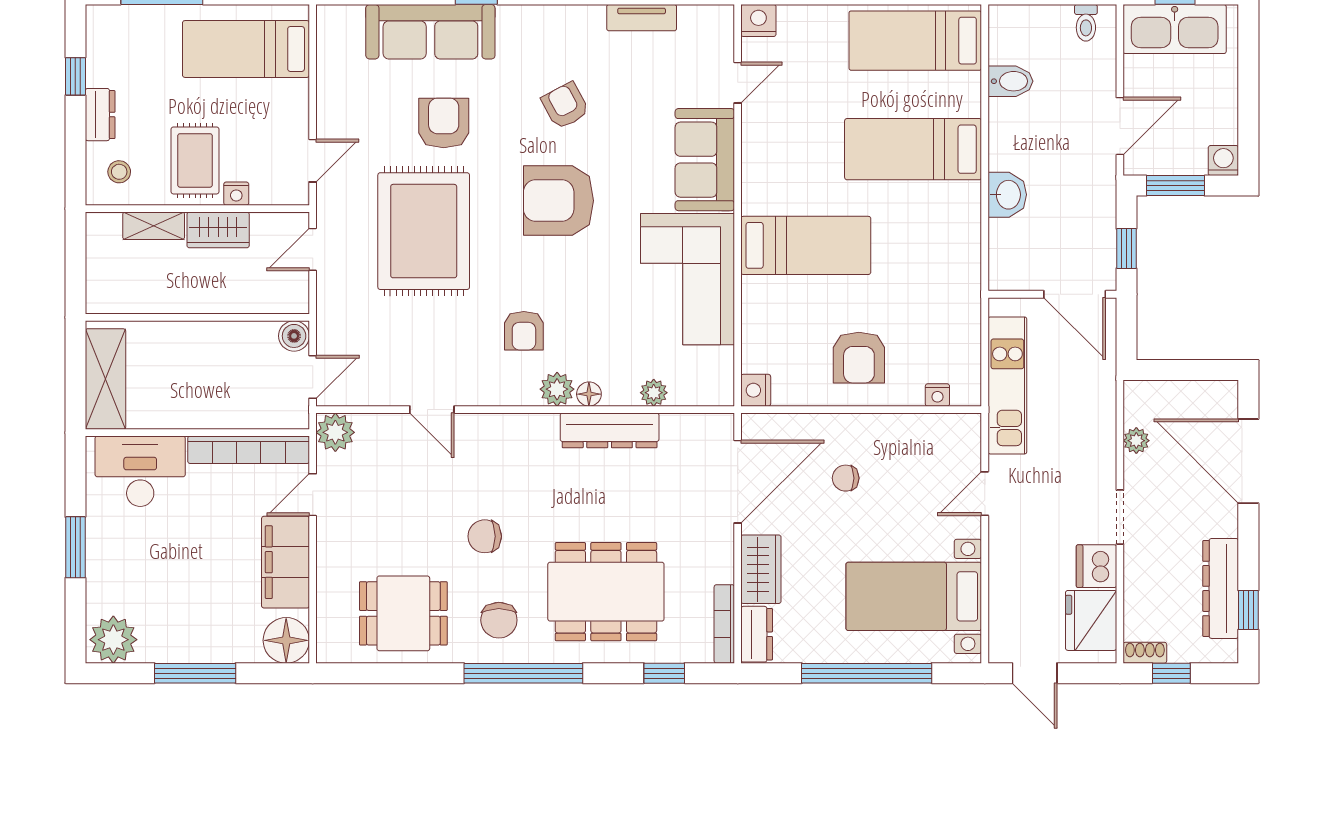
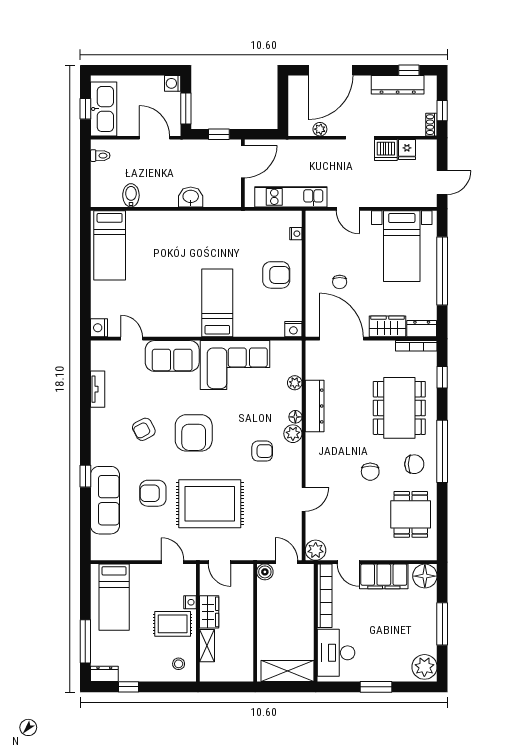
dresser: (100, 115) -> (104, 674), moved
bed: (913, 149) -> (167, 246), removed
fridge: (1091, 620) -> (407, 150), width x0.53, depth x0.75

